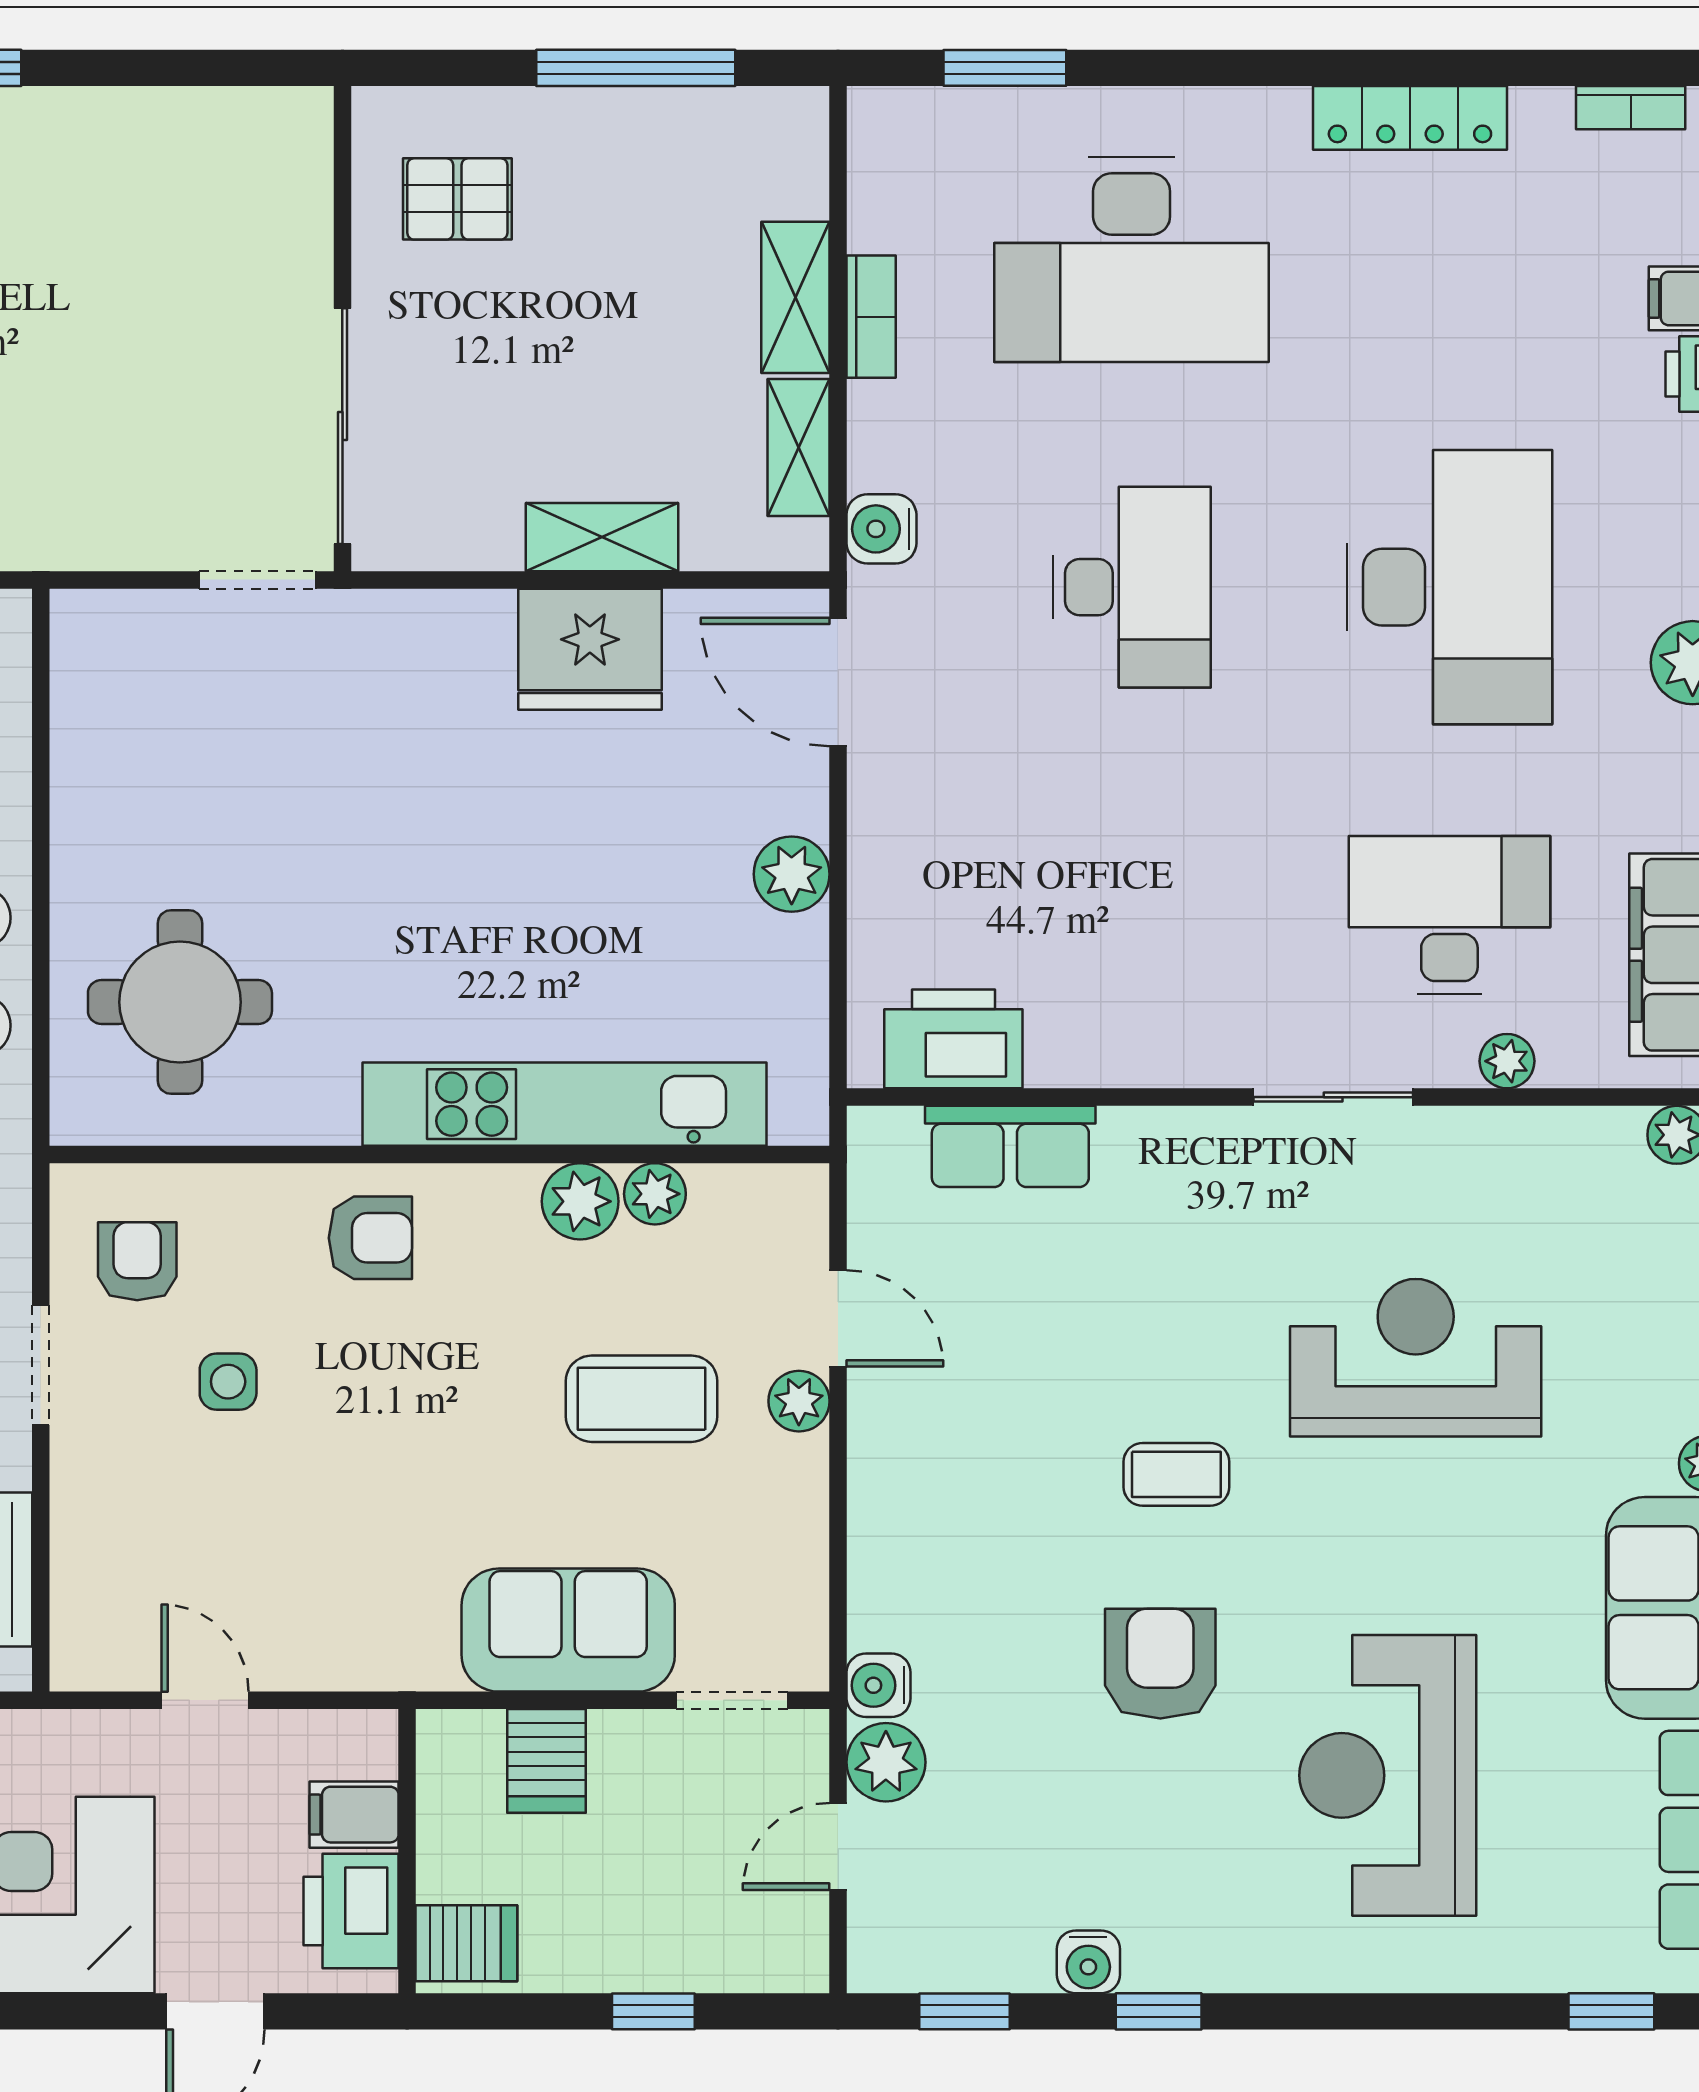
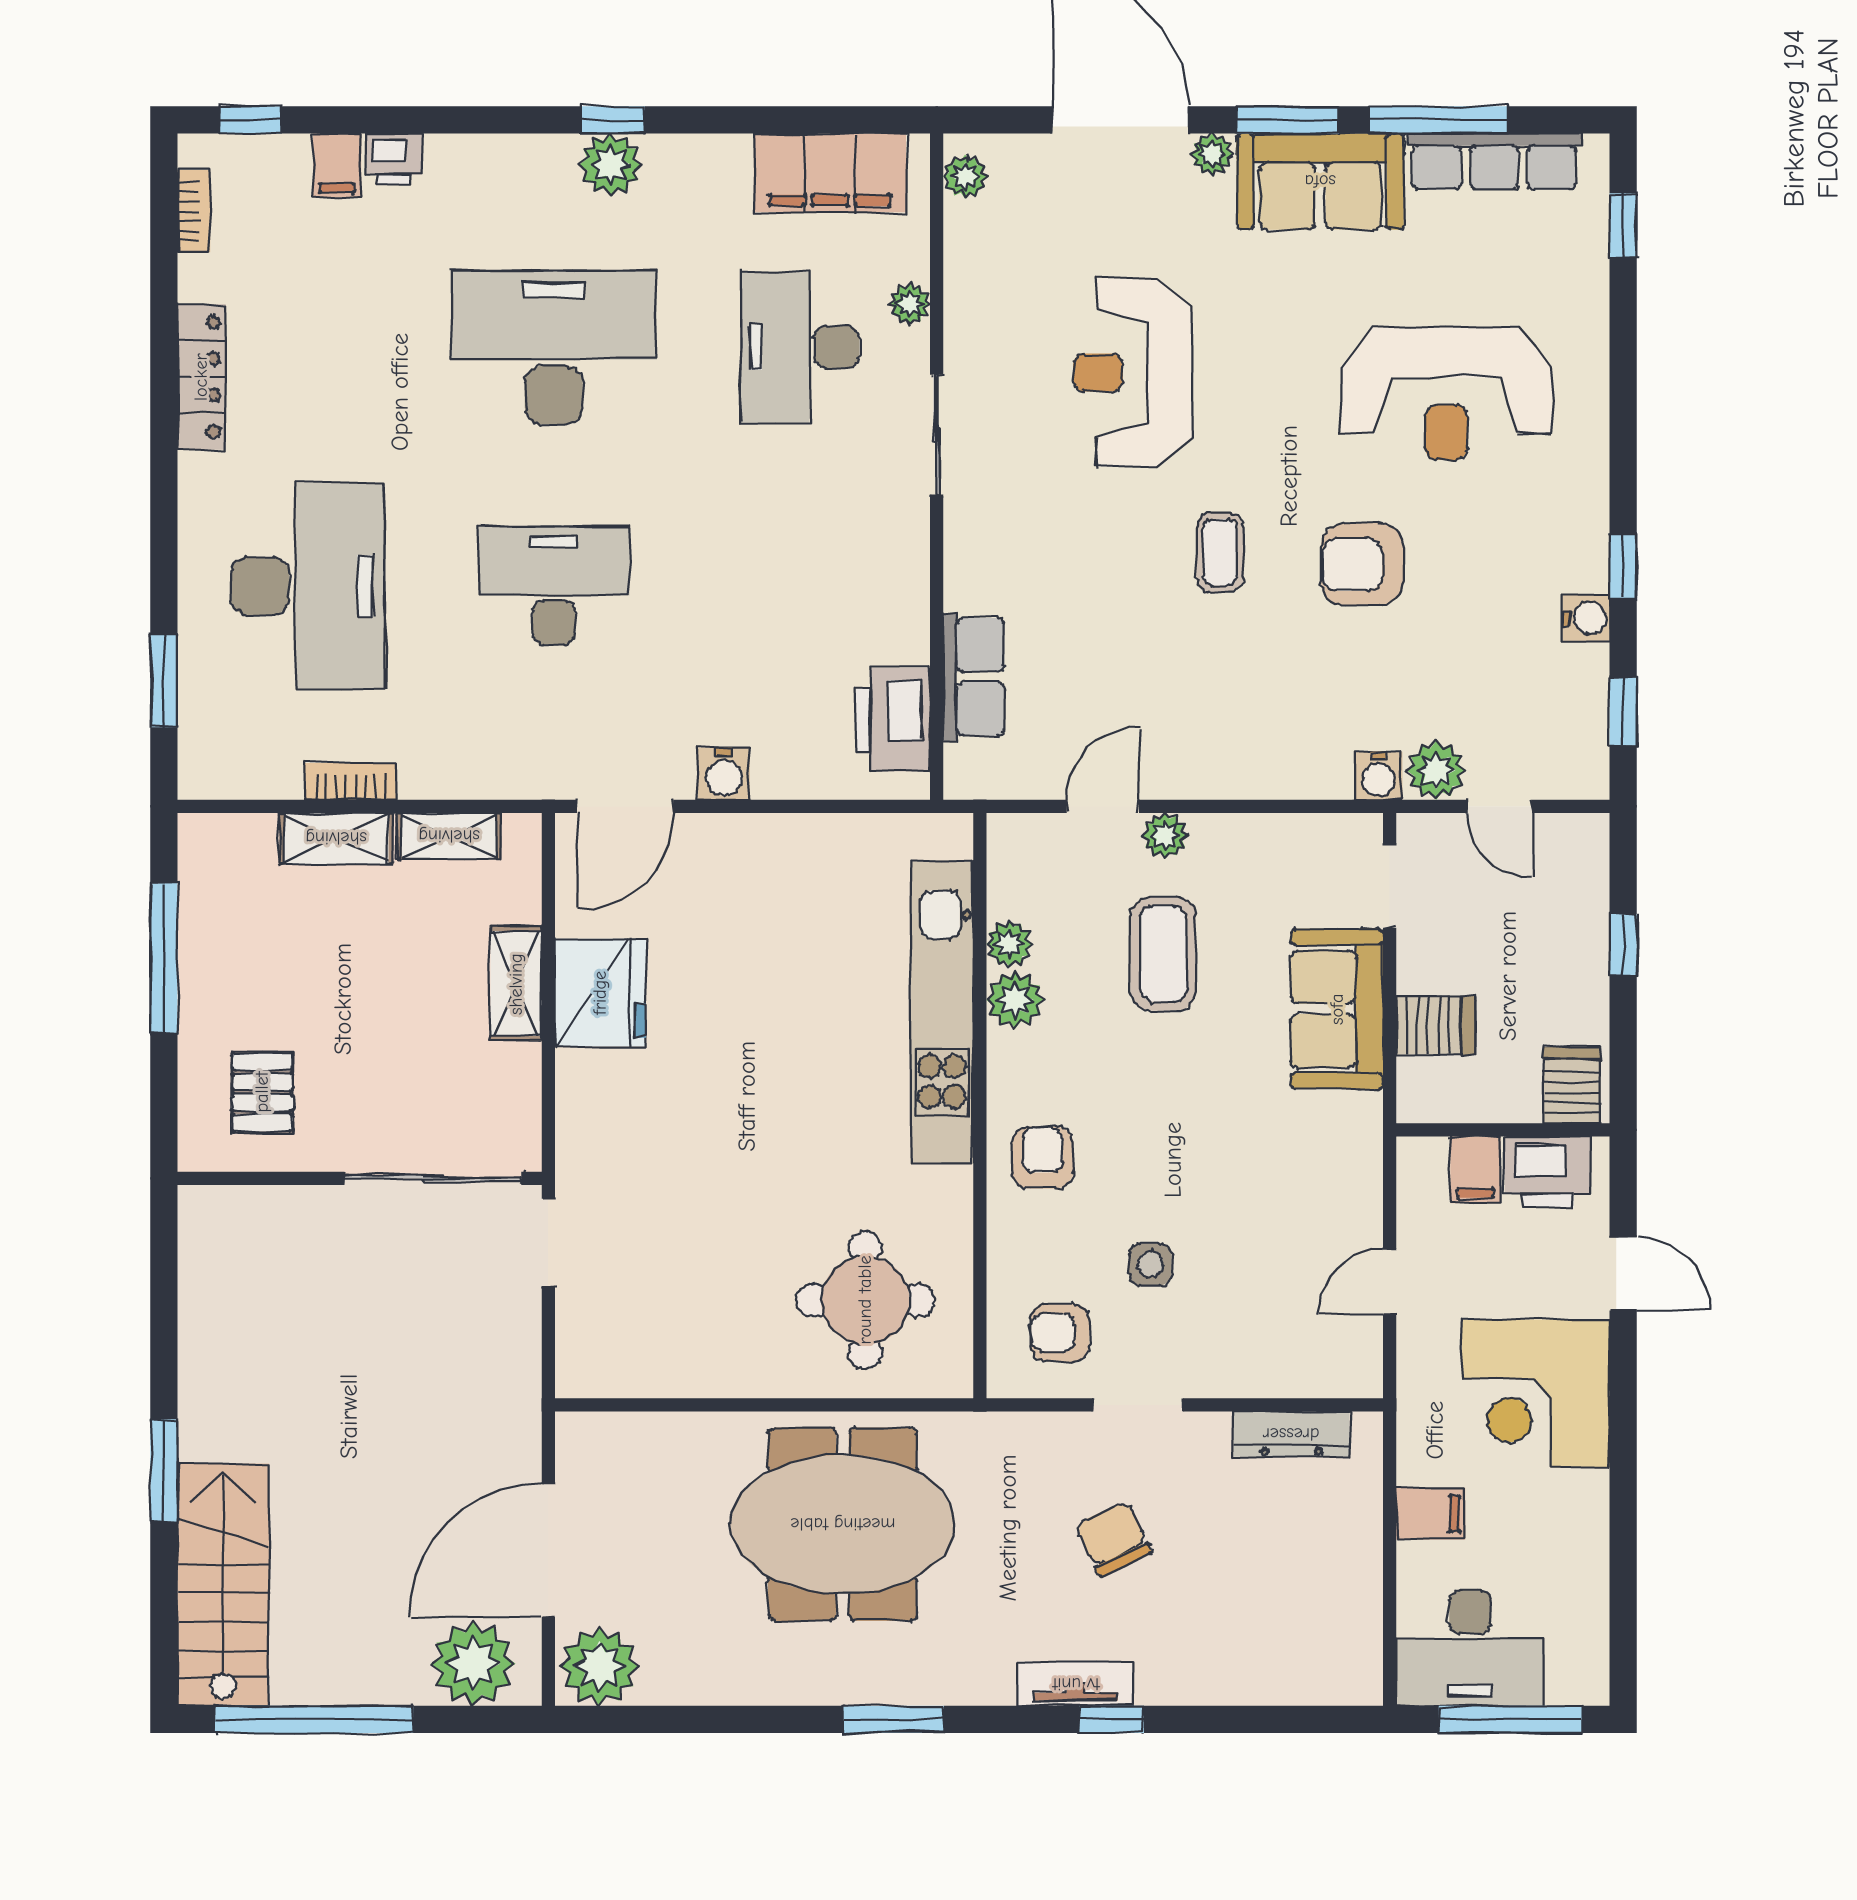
water cooler: (881, 529) -> (724, 774), moved
plant: (792, 874) -> (769, 841), removed

